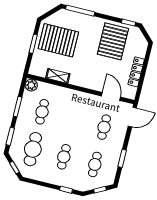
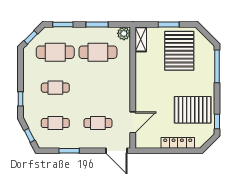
locker: (136, 72) -> (178, 143), moved
shelving: (58, 76) -> (141, 39), moved
cafe table: (42, 112) -> (98, 52), width x1.37, depth x1.35

